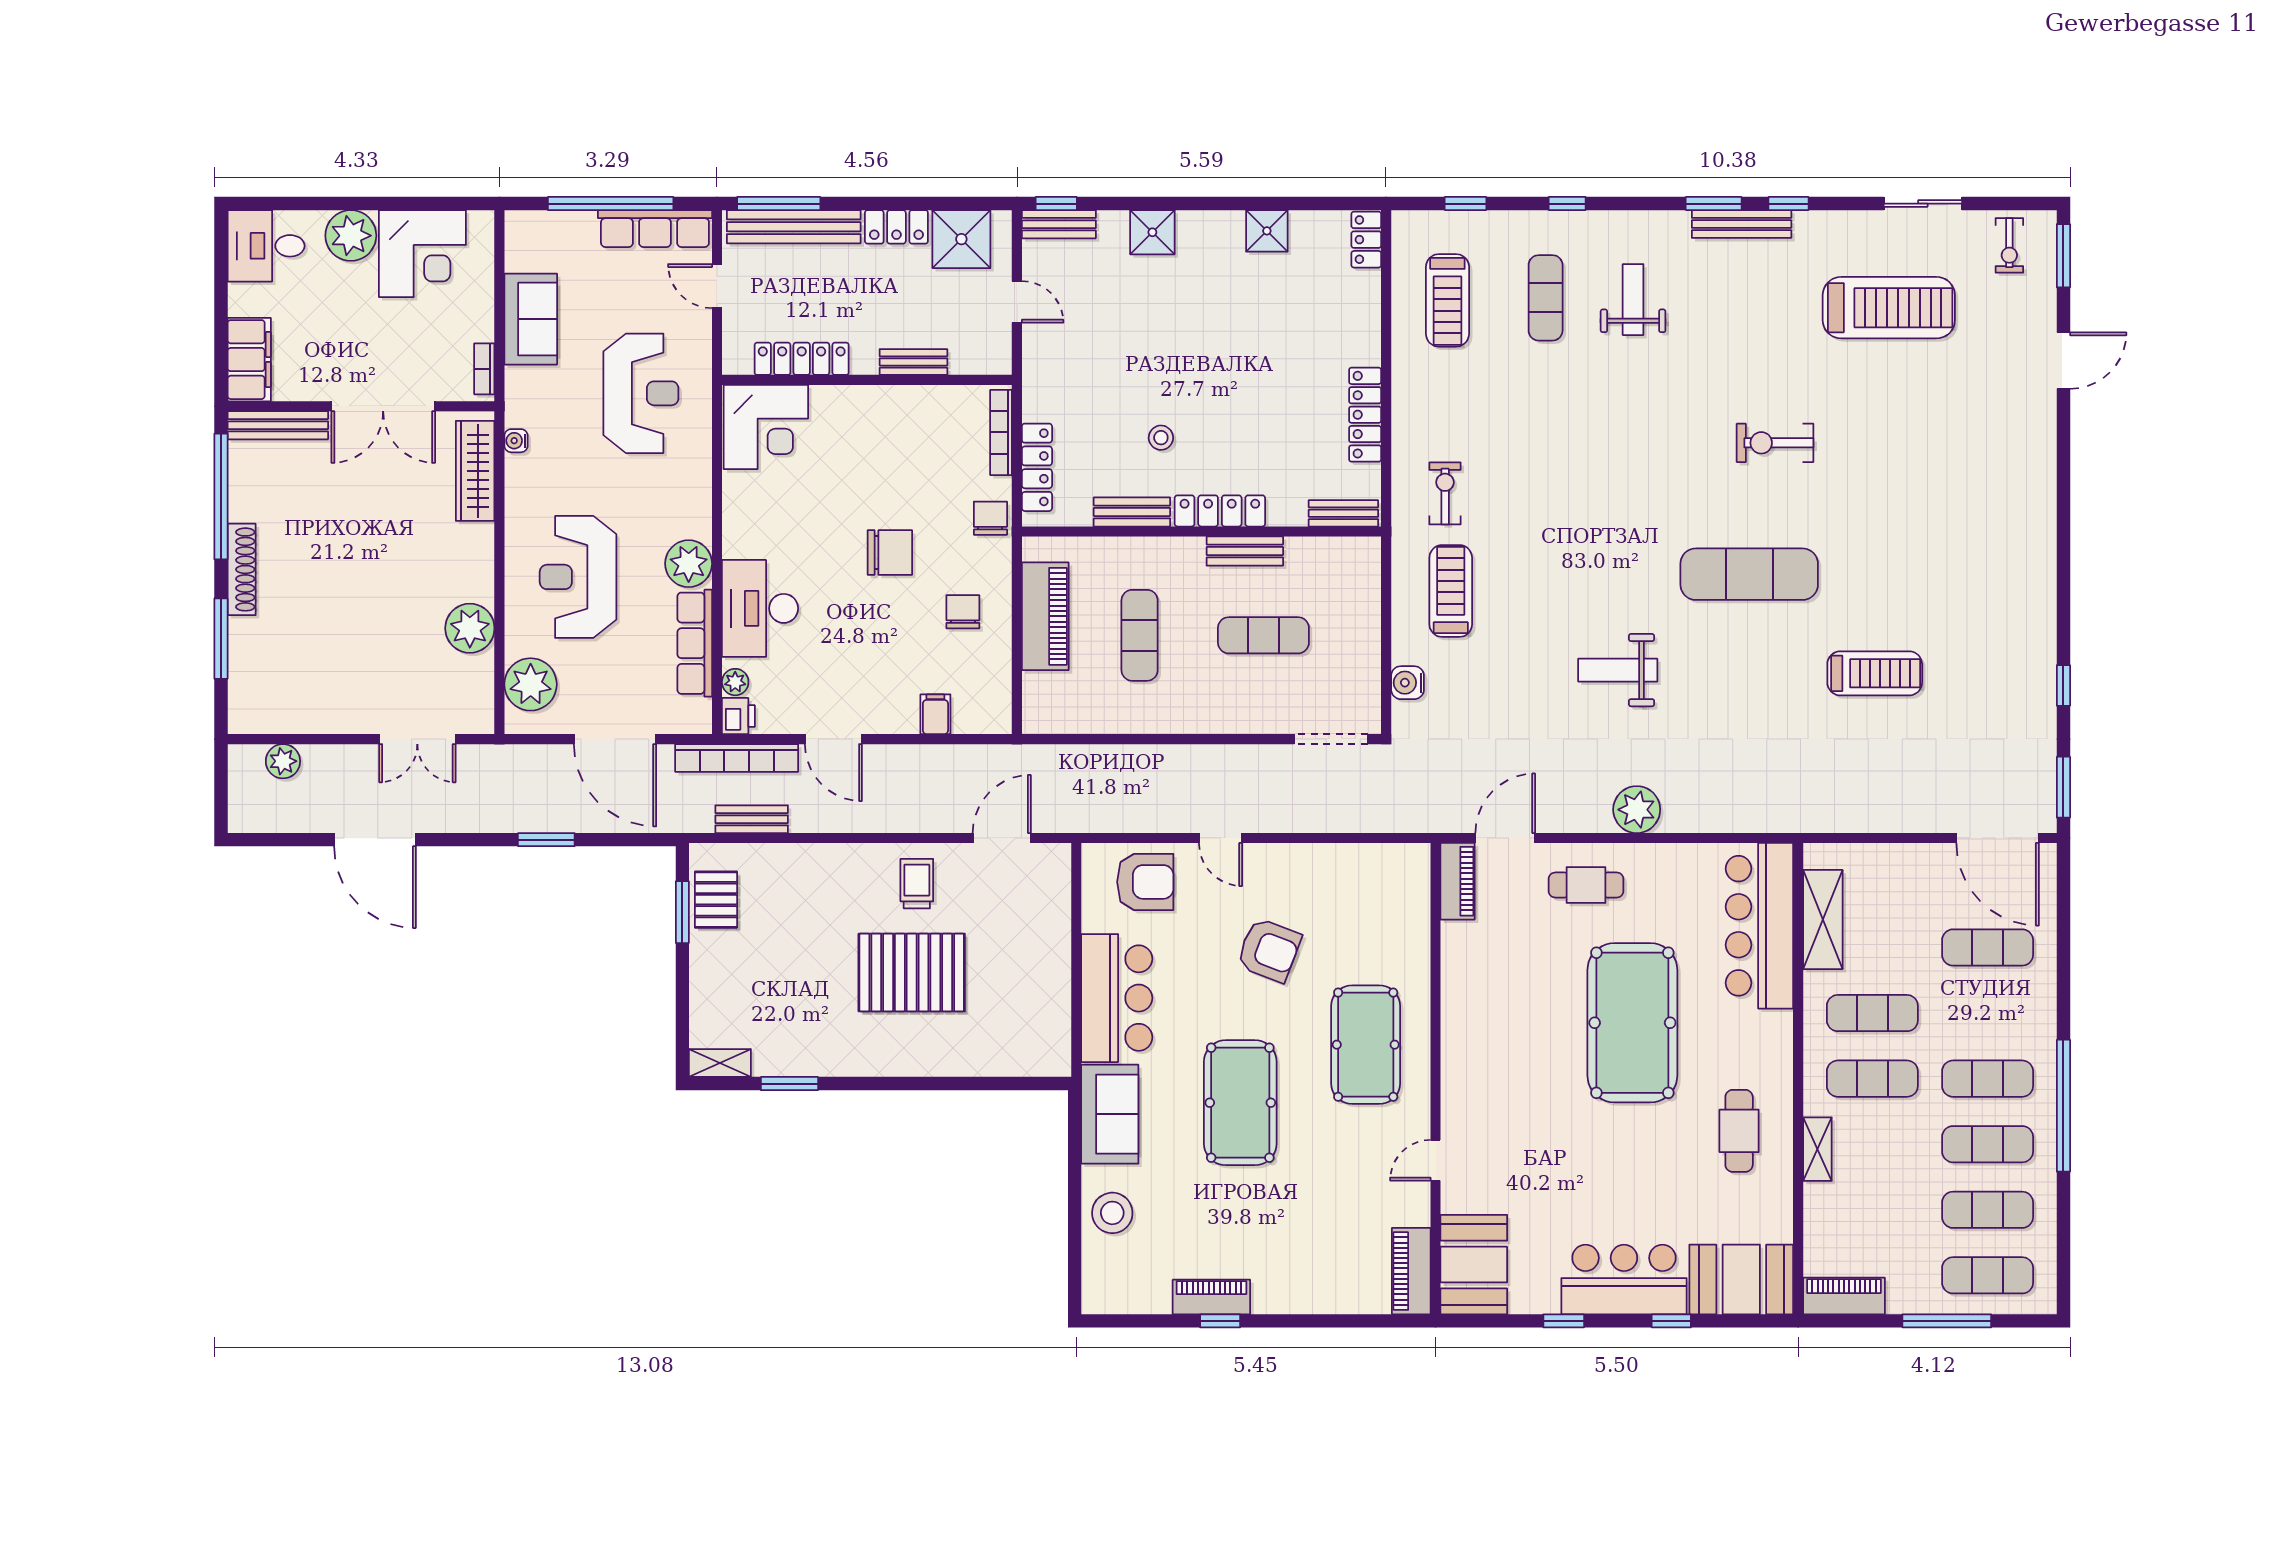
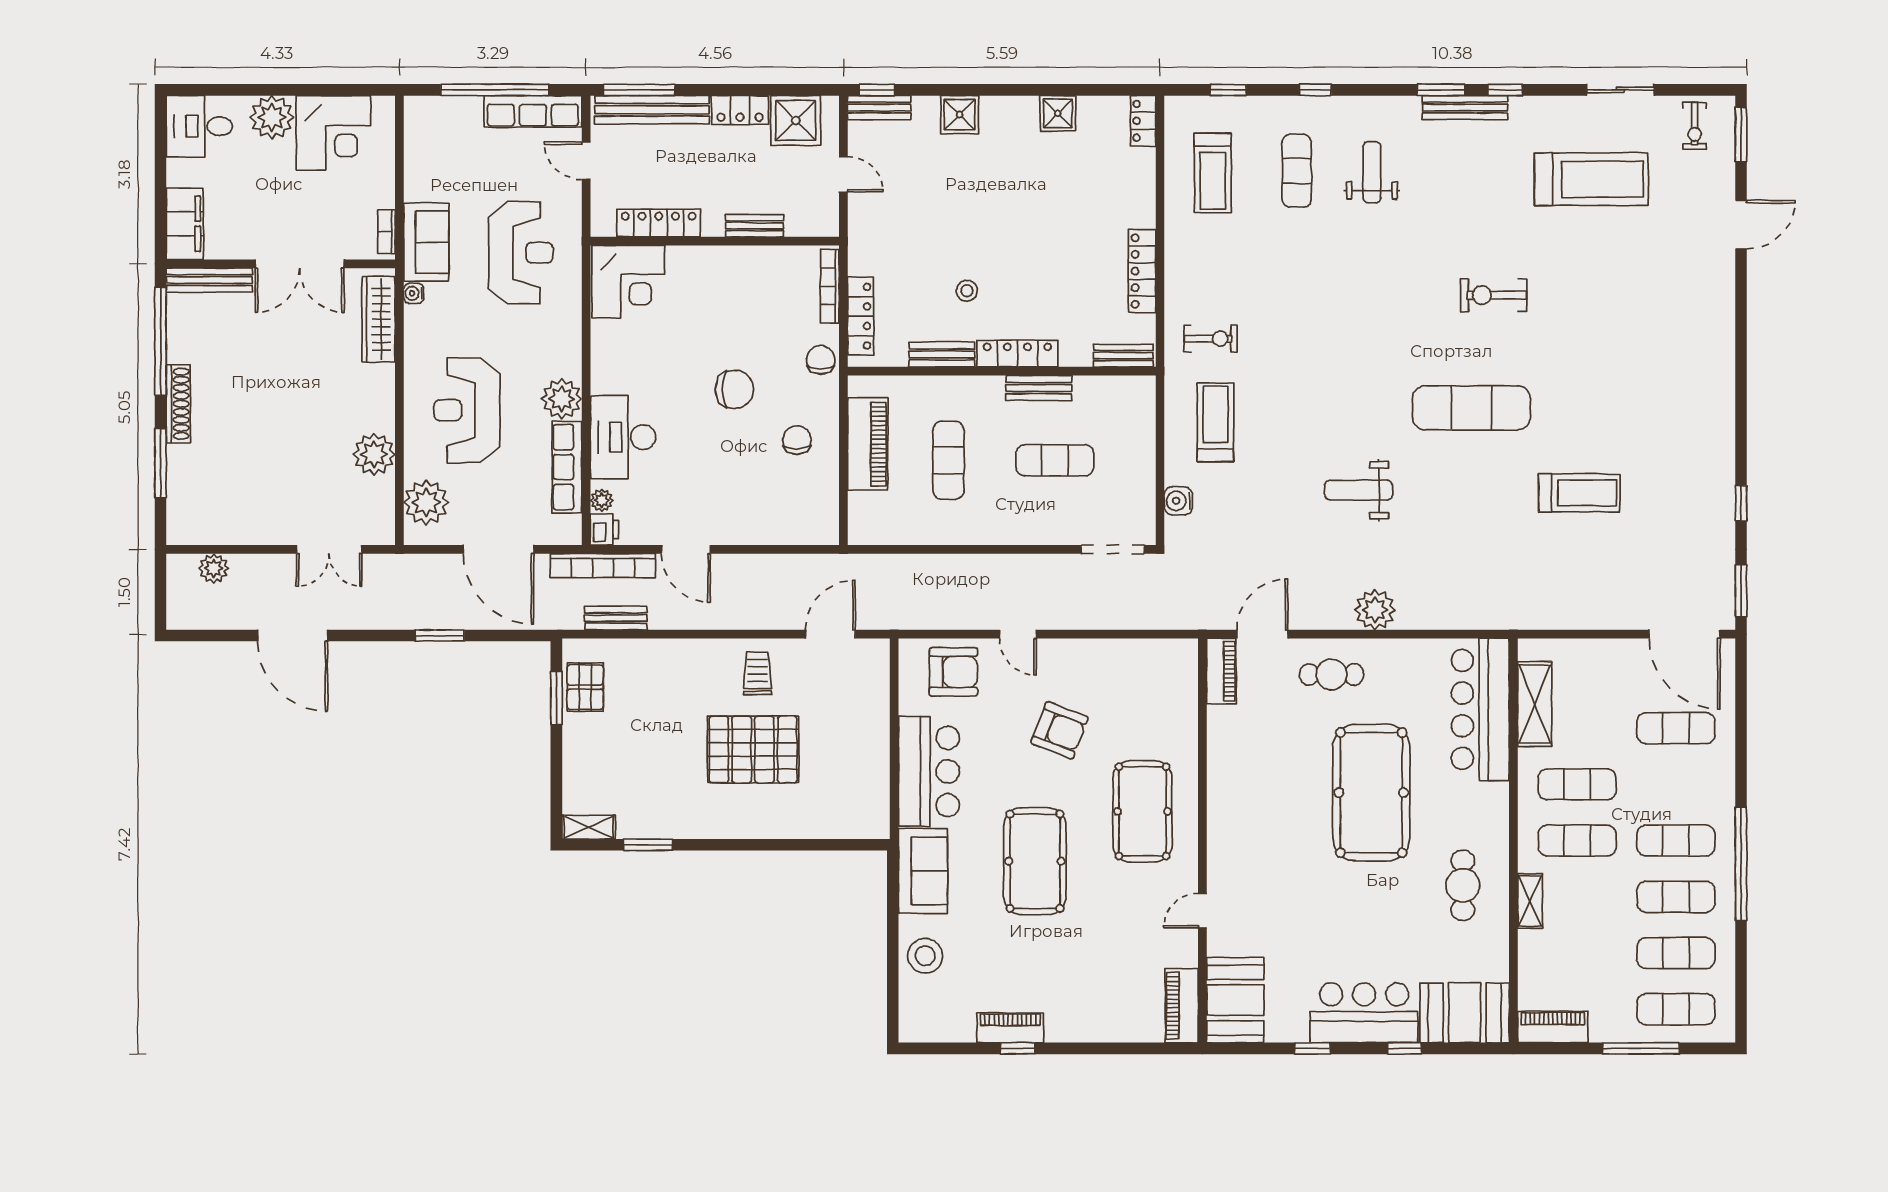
sofa: (531, 319) -> (426, 242), moved
exercise bike: (1445, 493) -> (1211, 339), turned 90
filing cabinet: (935, 714) -> (773, 528), removed

